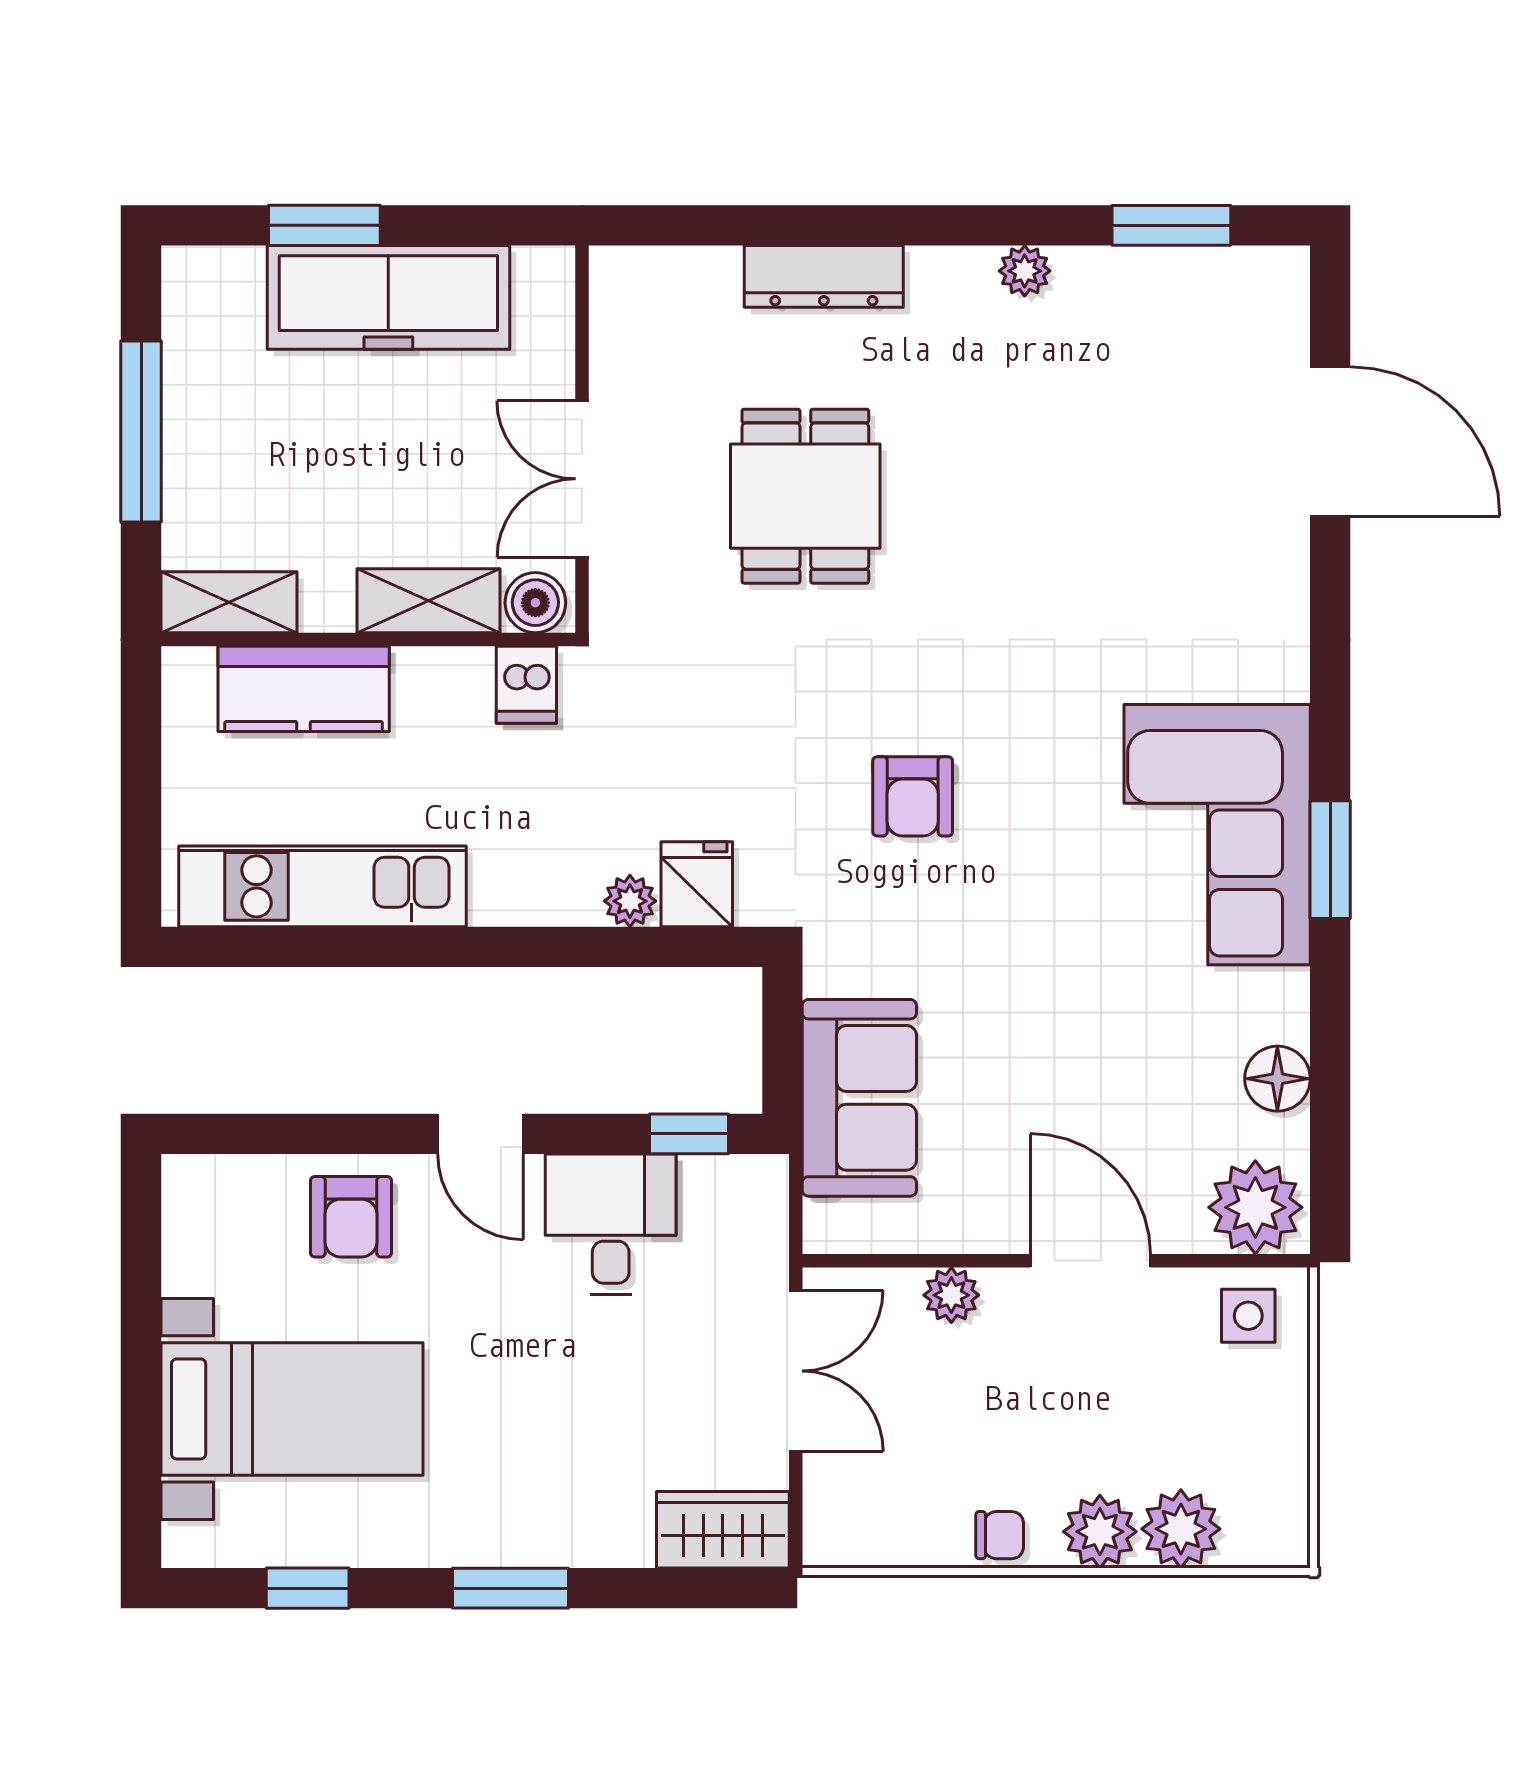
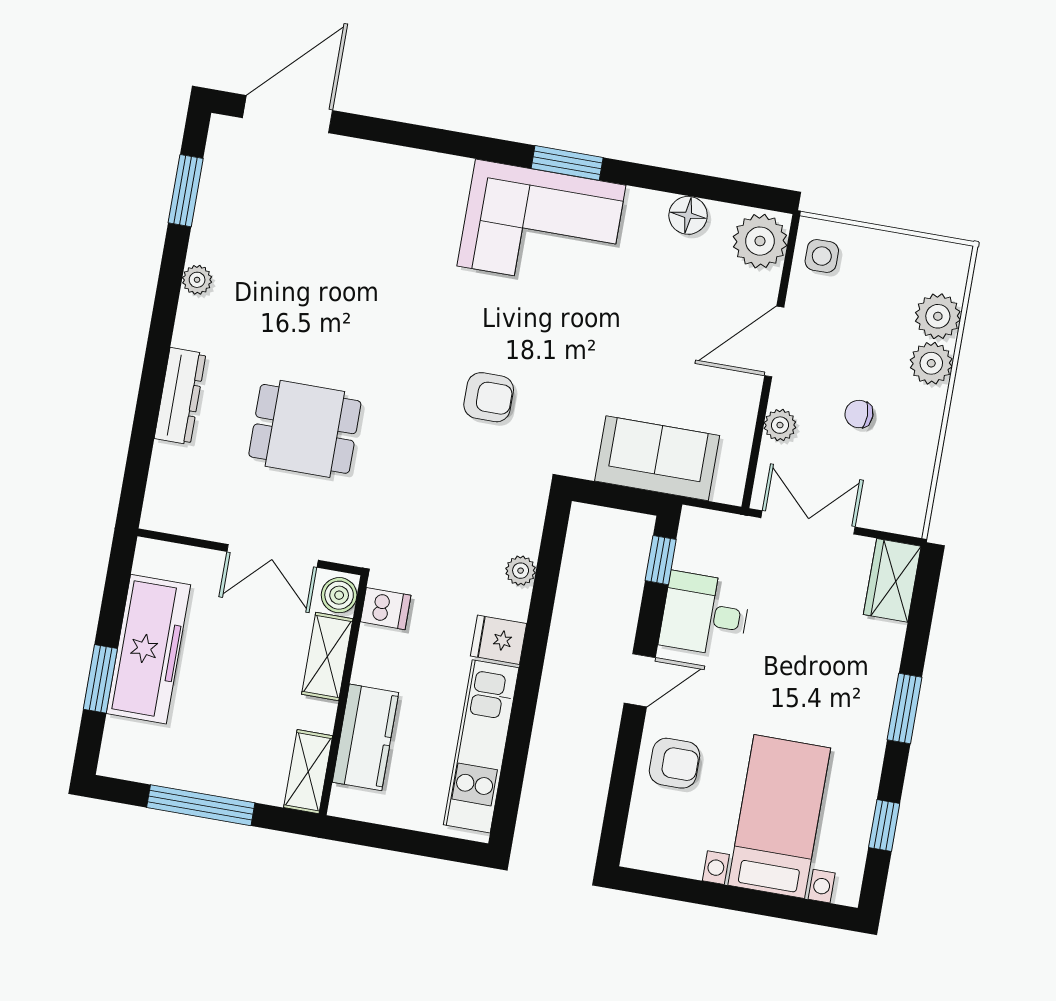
door: (1330, 441) -> (287, 114), moved
fridge: (697, 884) -> (499, 640), moved
chair: (1000, 1535) -> (859, 414), moved, turned -90

